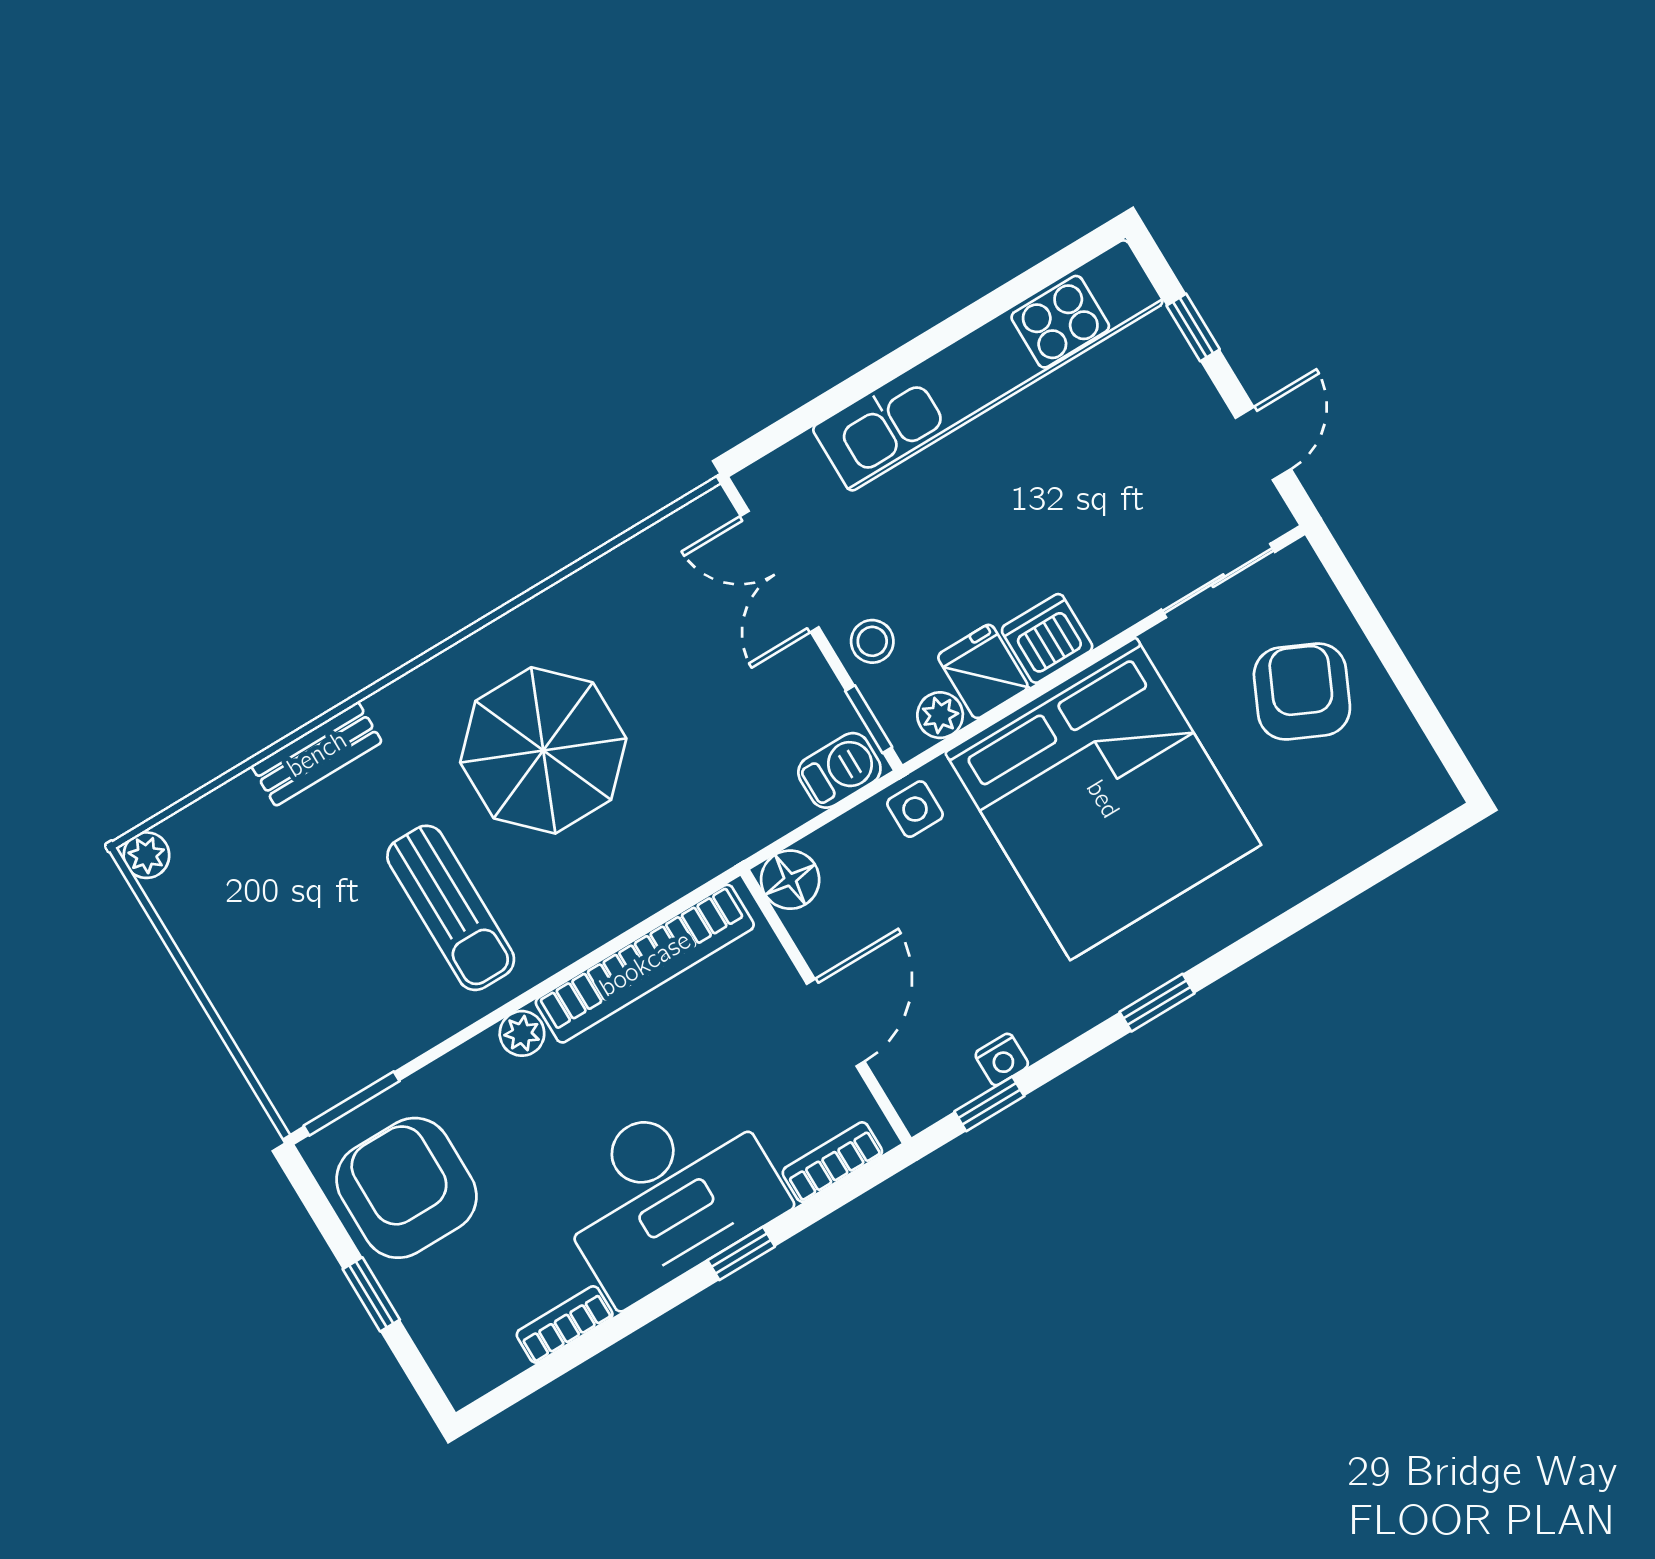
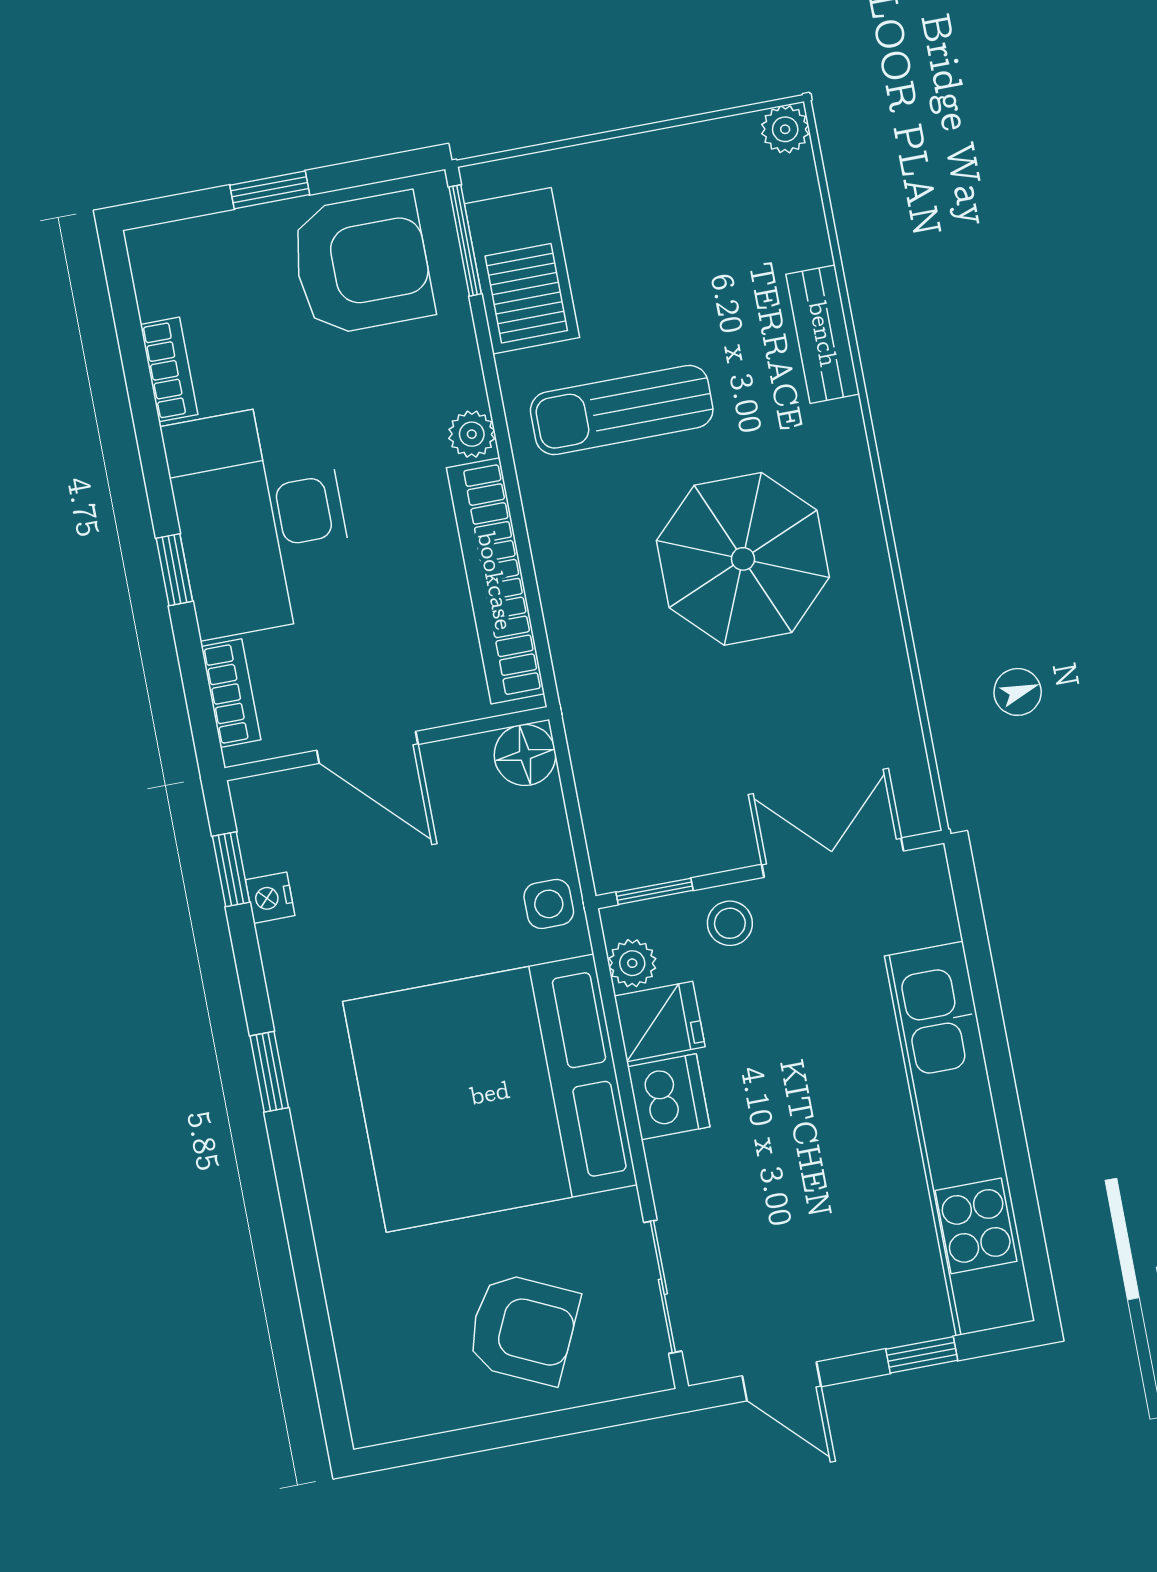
barbecue: (839, 770) -> (522, 271), moved, width x1.88, depth x1.53

